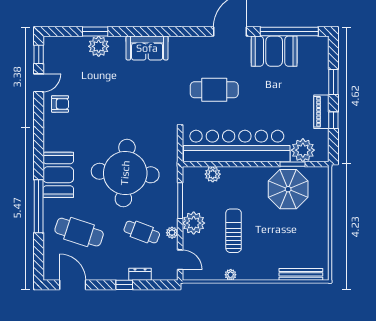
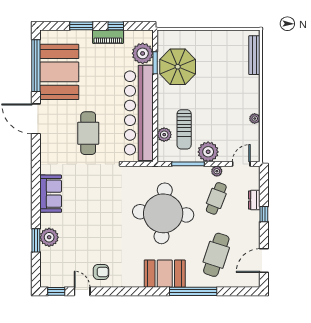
booth: (274, 51) -> (59, 72), width x1.36, depth x1.42
armchair: (60, 104) -> (101, 272), turned 90
sun lounger: (234, 231) -> (184, 129), moved, turned -90

